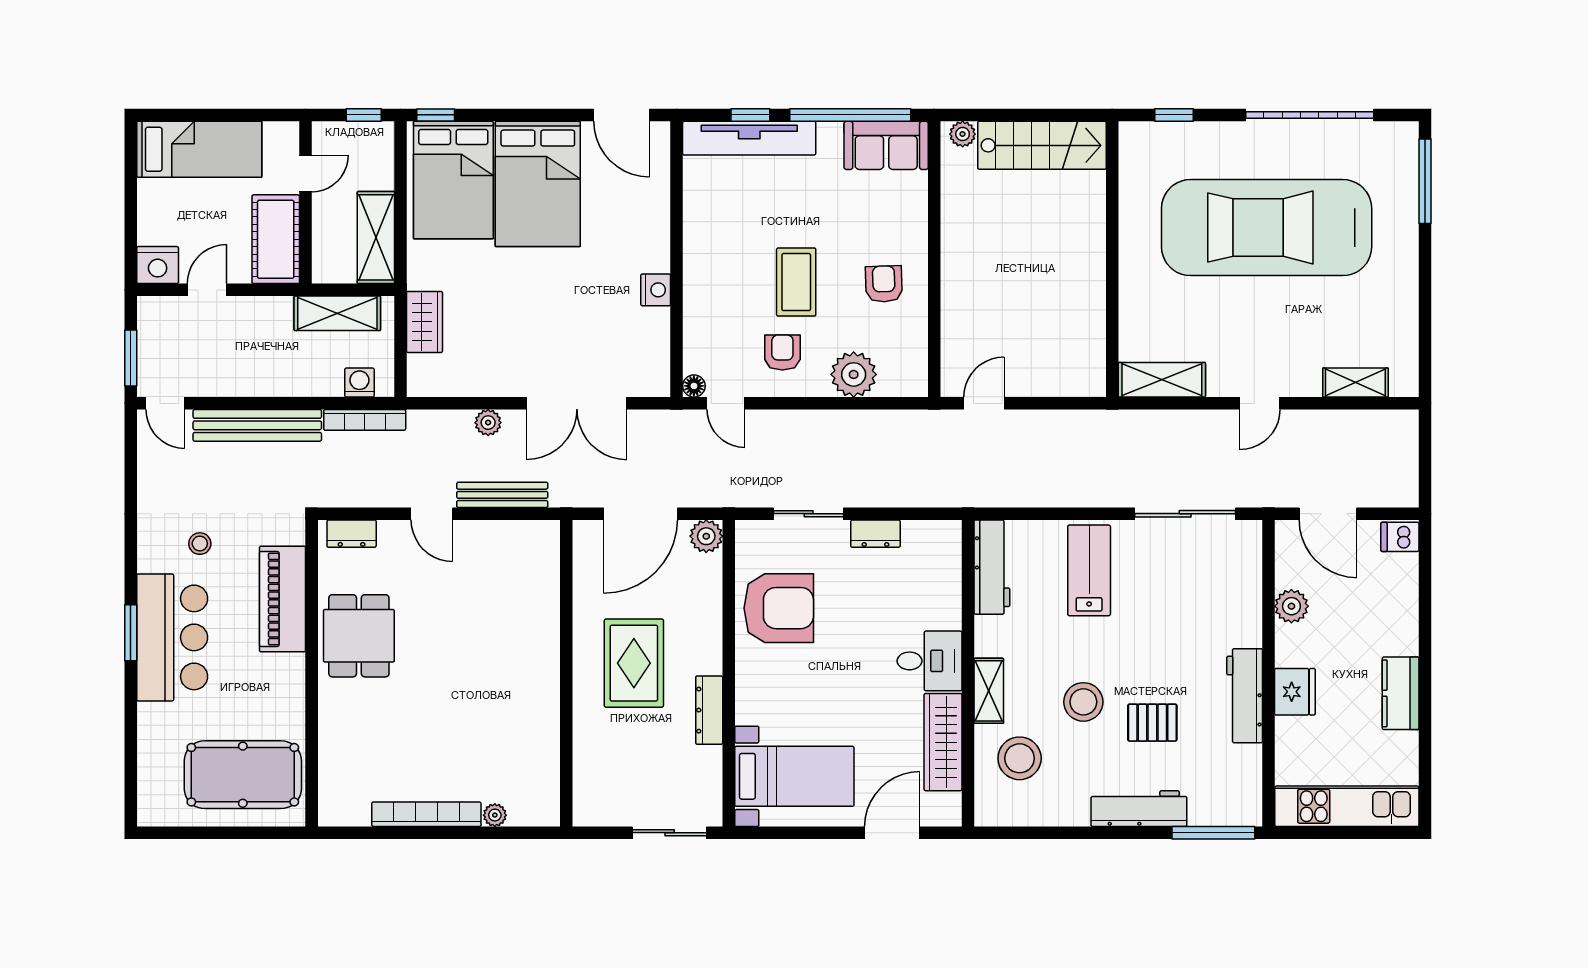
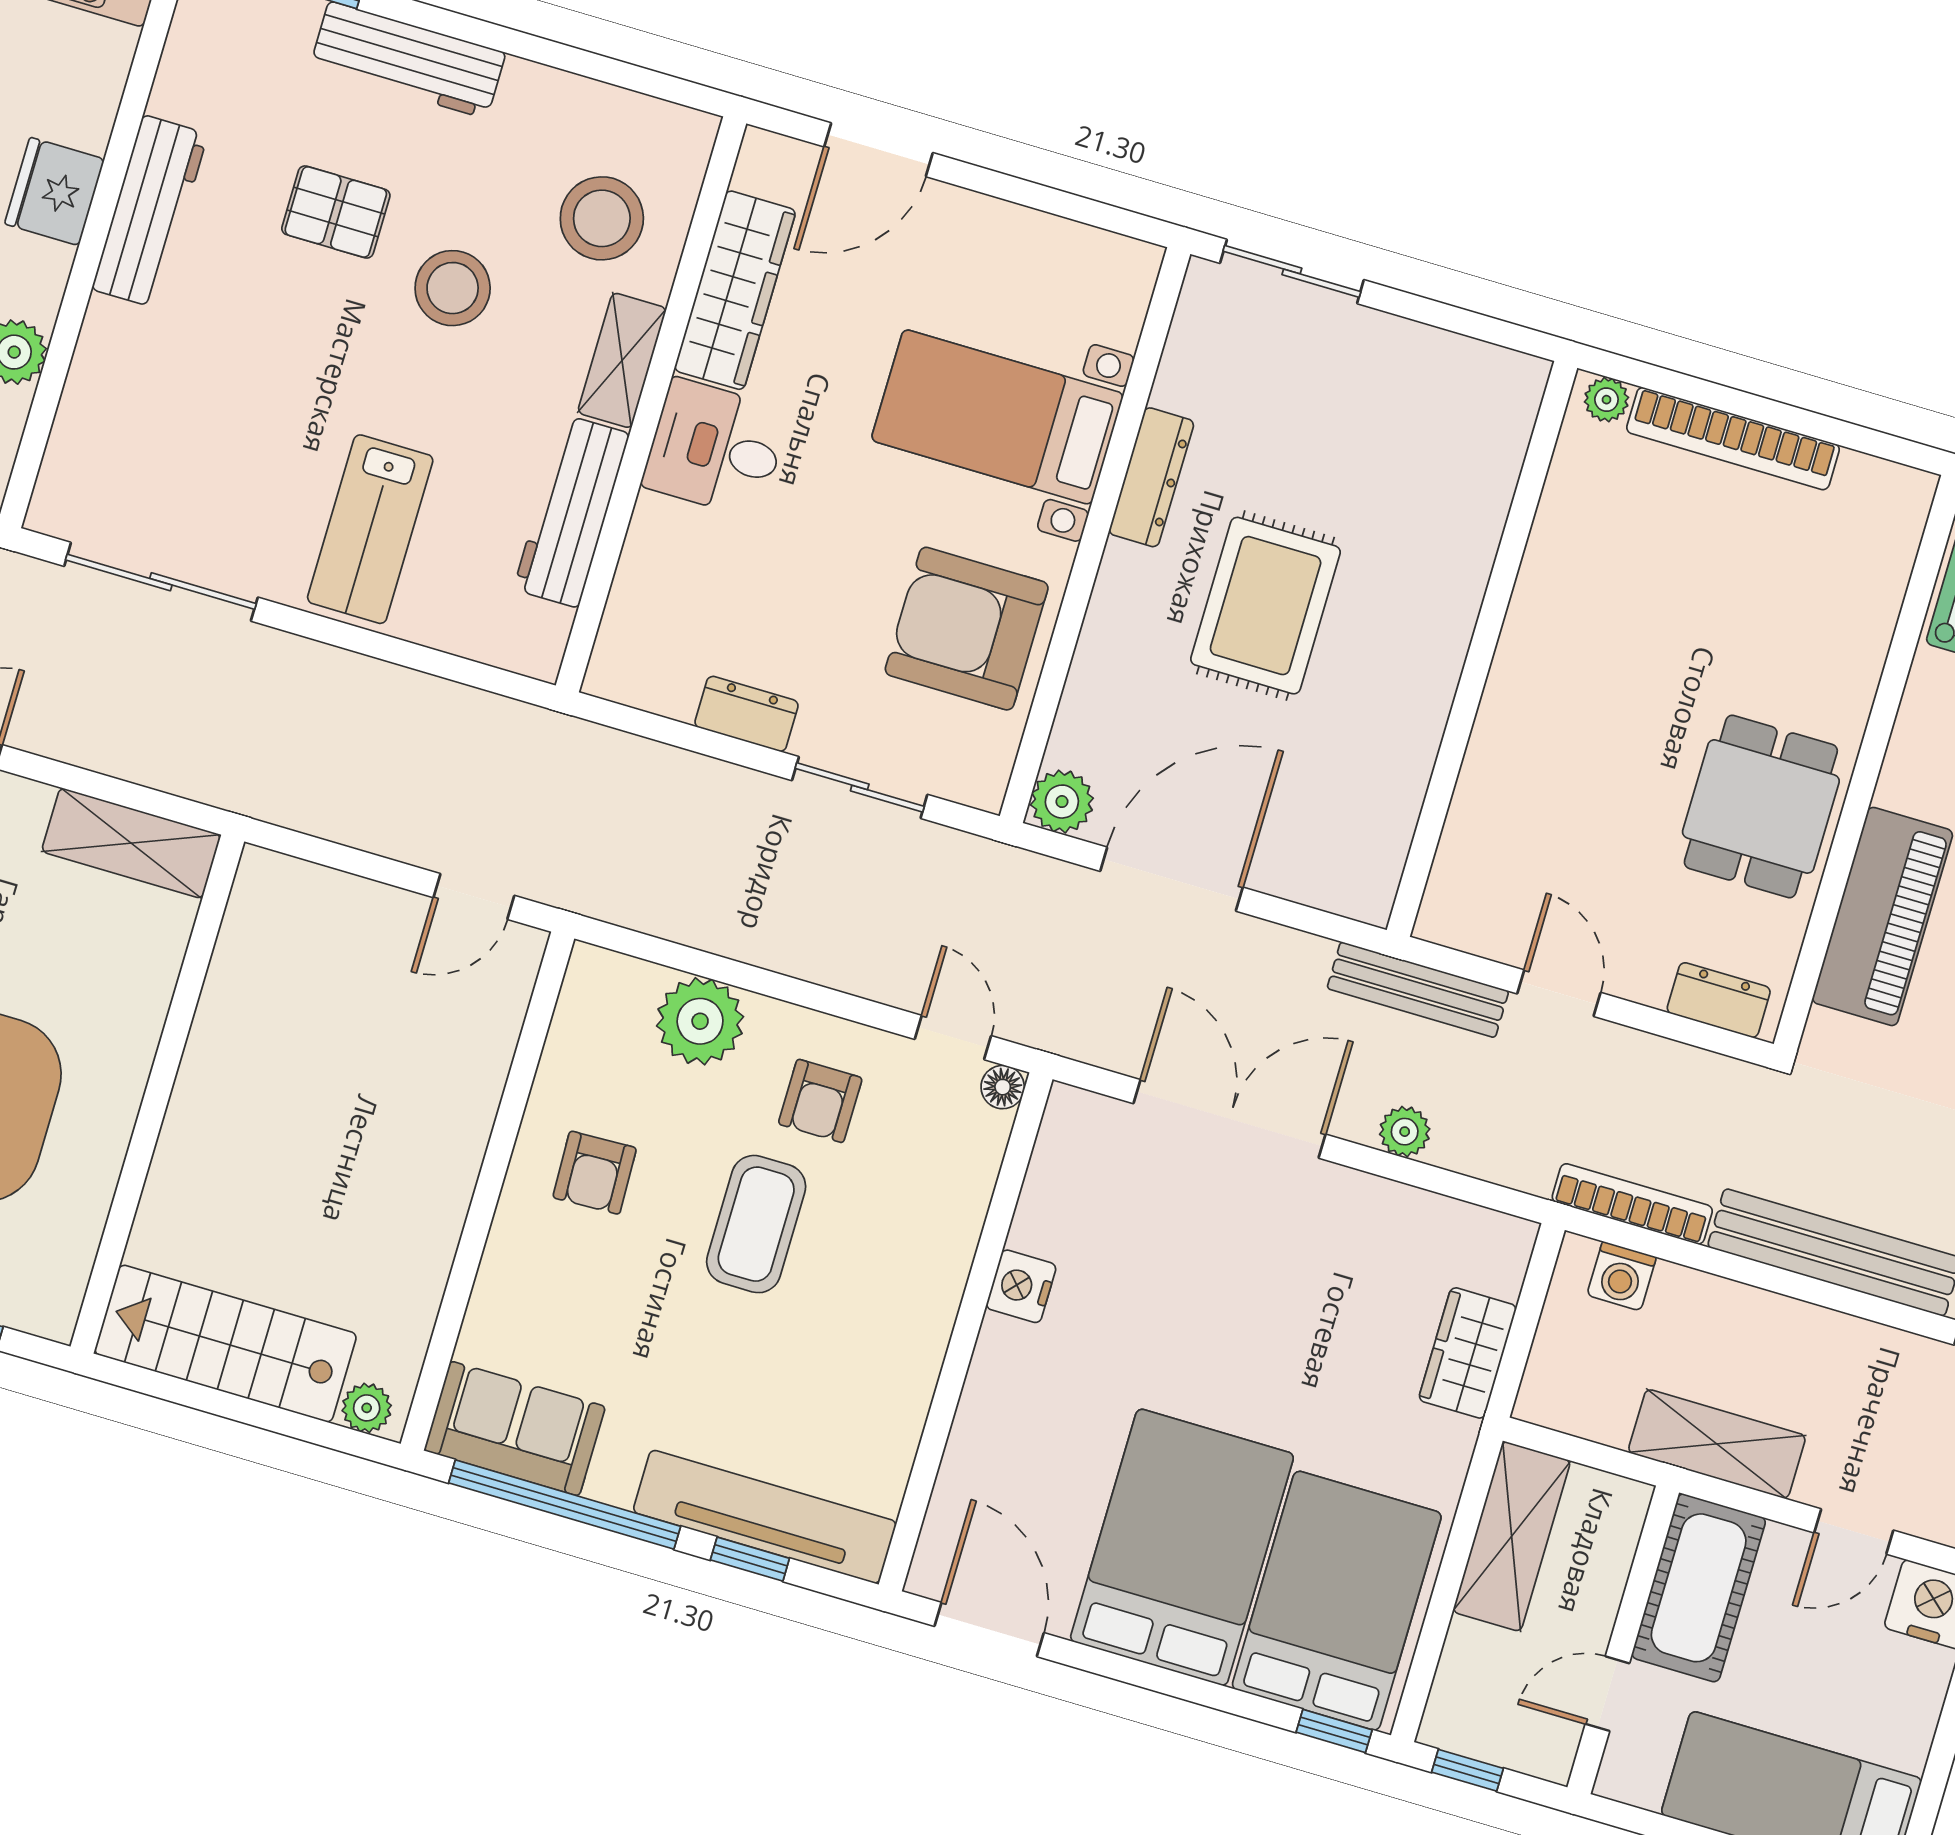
shelving: (337, 313) -> (1717, 1444), moved
workbench: (992, 567) -> (571, 511), moved
wall: (566, 673) -> (1482, 649), moved
bed with nightstands: (794, 776) -> (997, 417), moved

